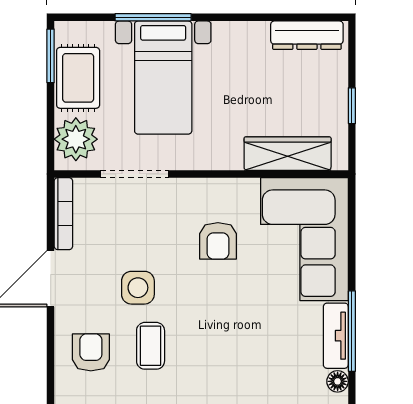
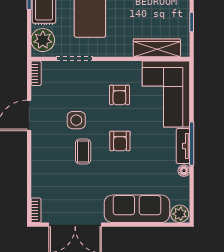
bookcase: (63, 214) -> (36, 73), width x0.64
armchair: (91, 352) -> (120, 141), moved, turned 180

